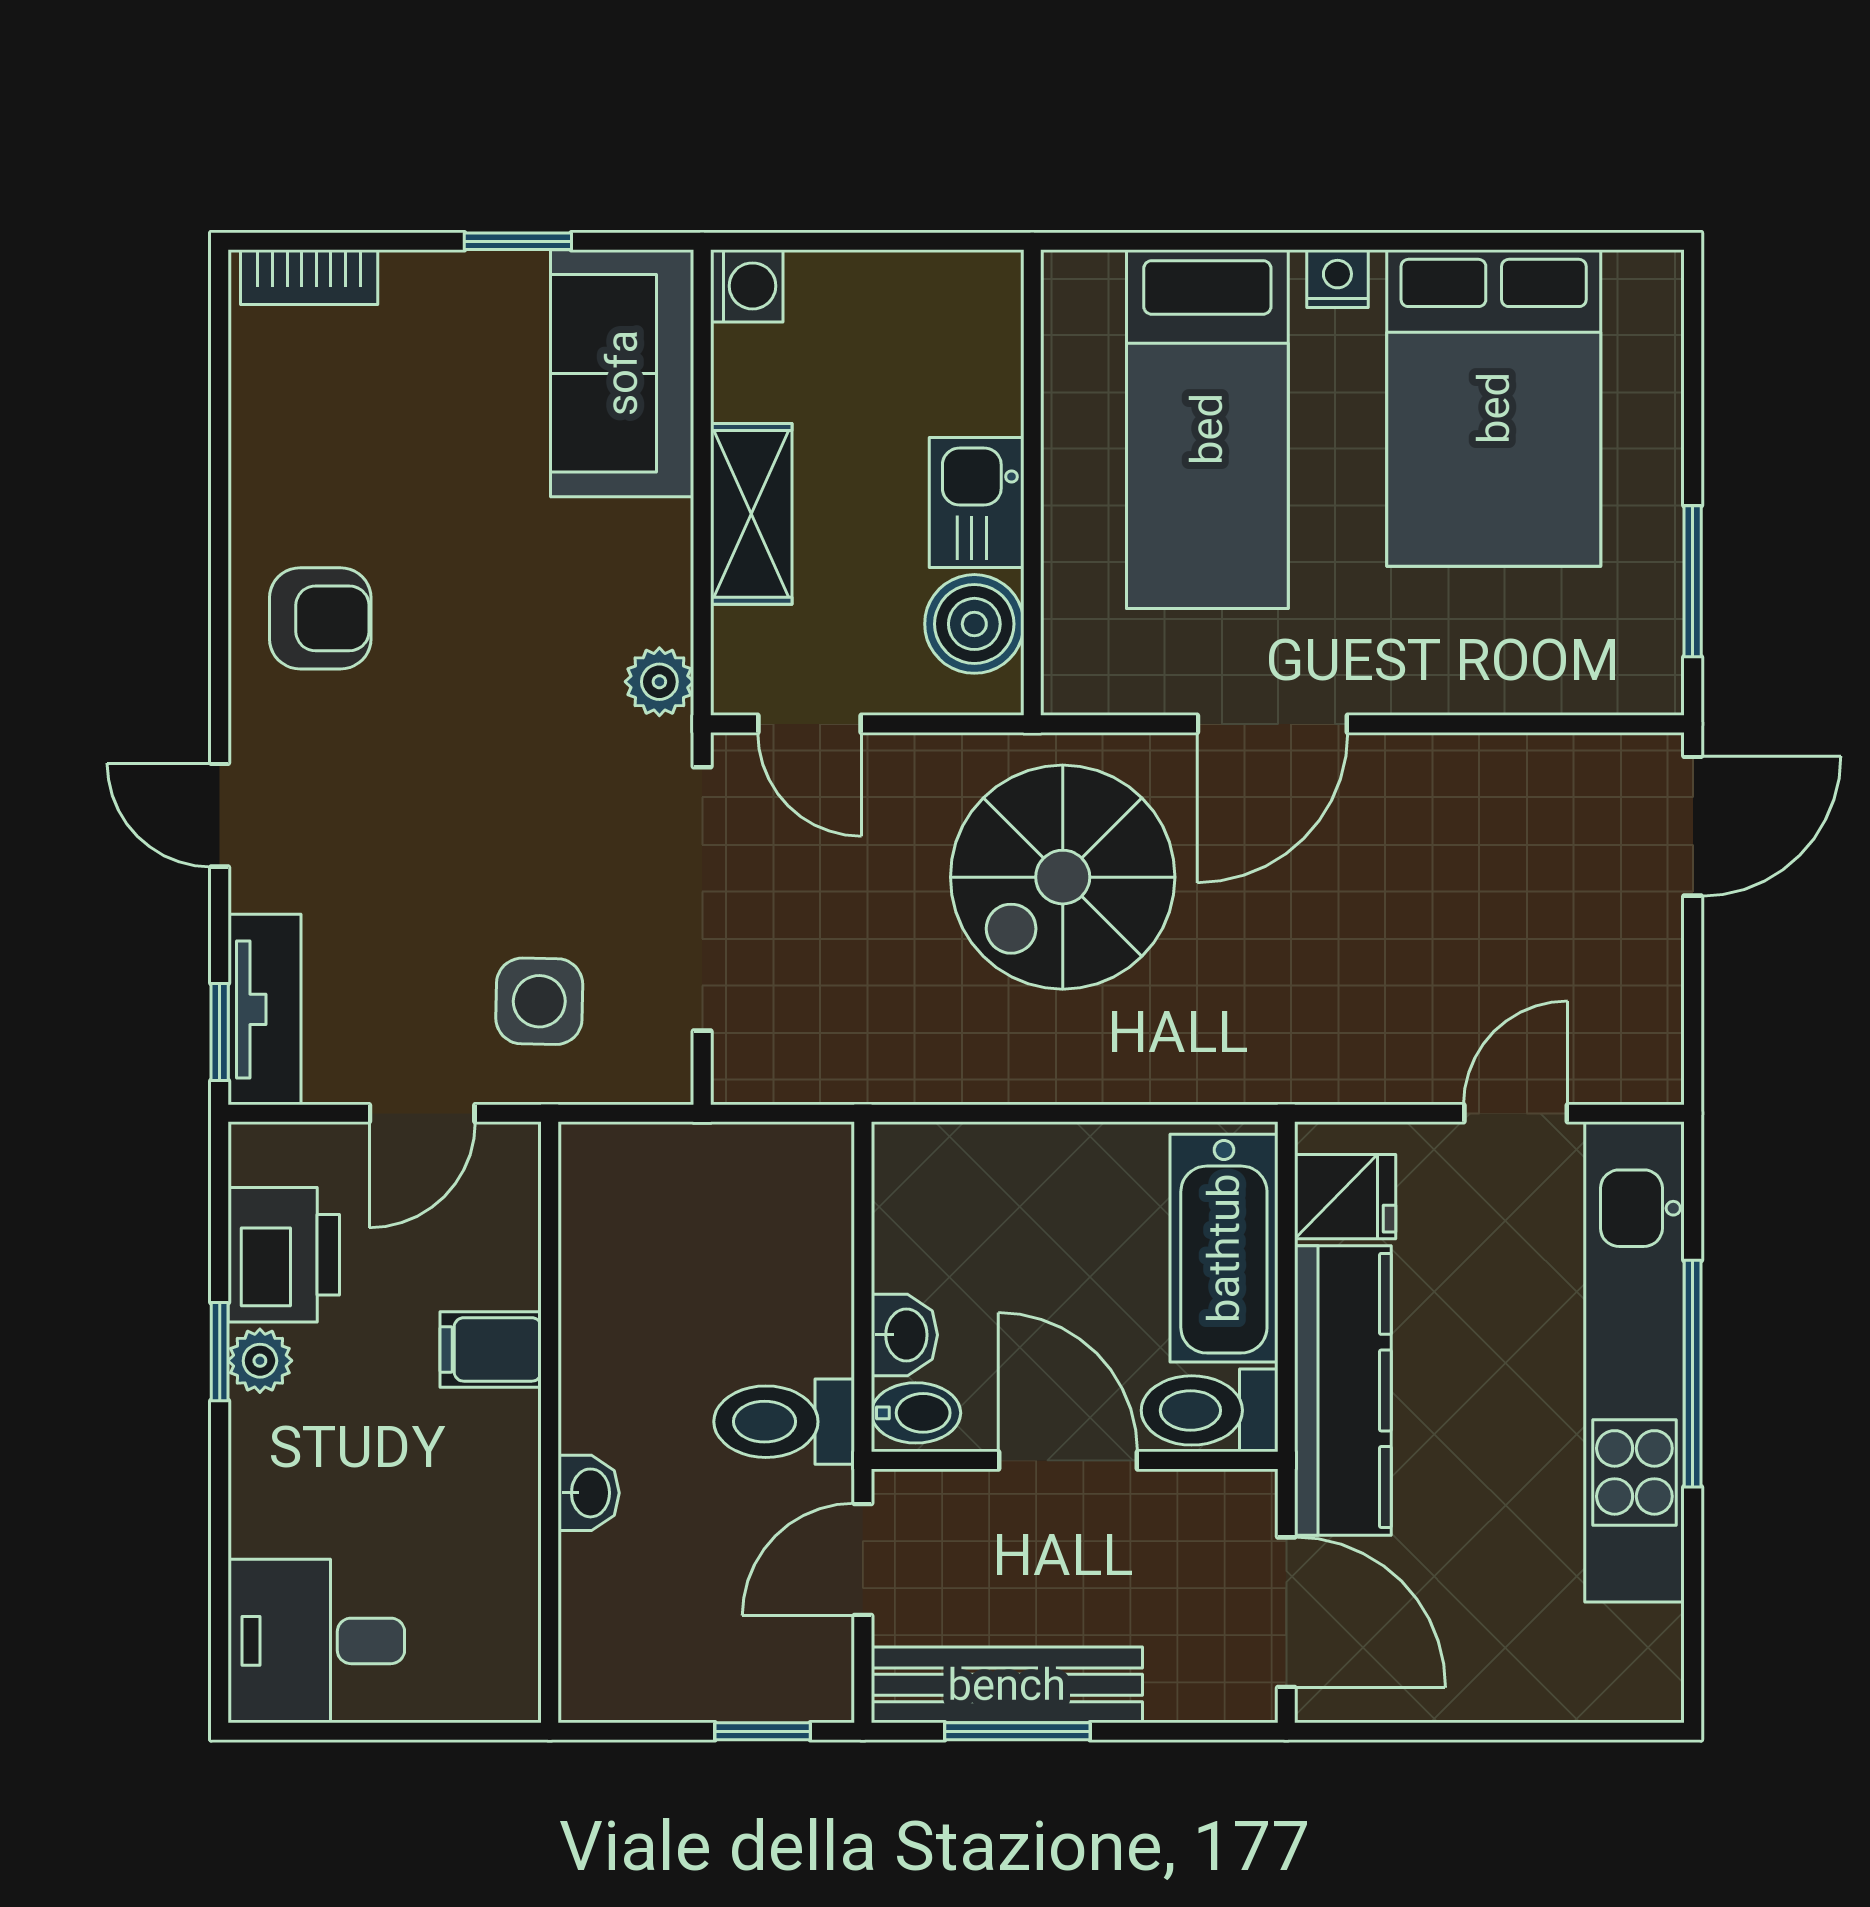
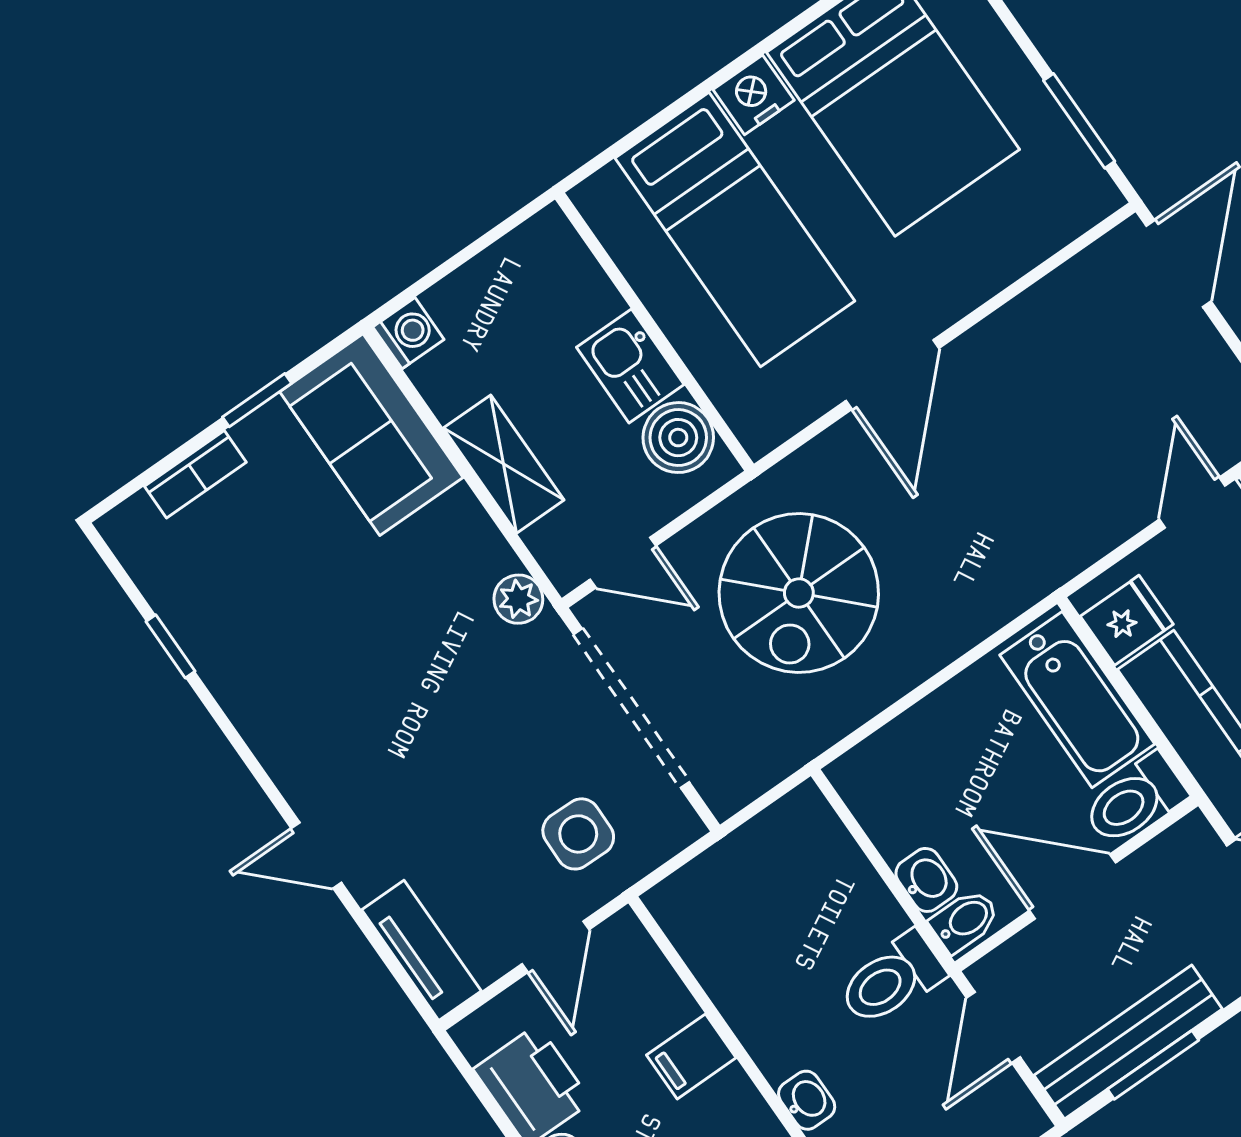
bookcase: (309, 277) -> (195, 474), moved
nightstand: (1337, 279) -> (754, 95), width x1.39, depth x1.35
armchair: (320, 618) -> (295, 700), removed
spiral stairs: (1063, 877) -> (799, 593), moved
window: (220, 1032) -> (171, 646), moved

